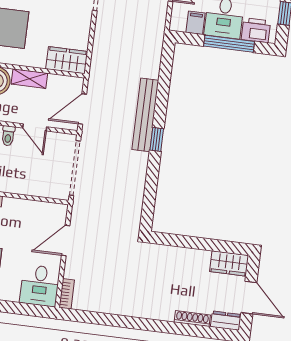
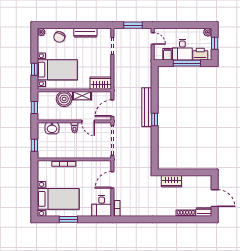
wardrobe: (229, 263) -> (171, 181), moved

